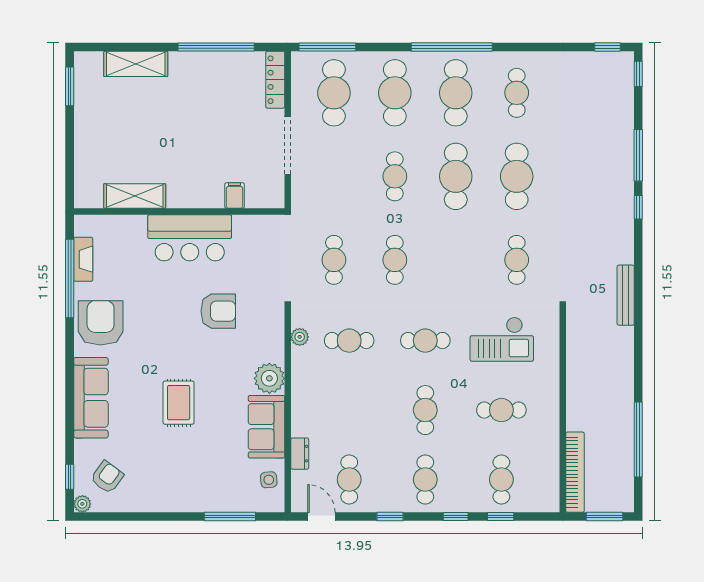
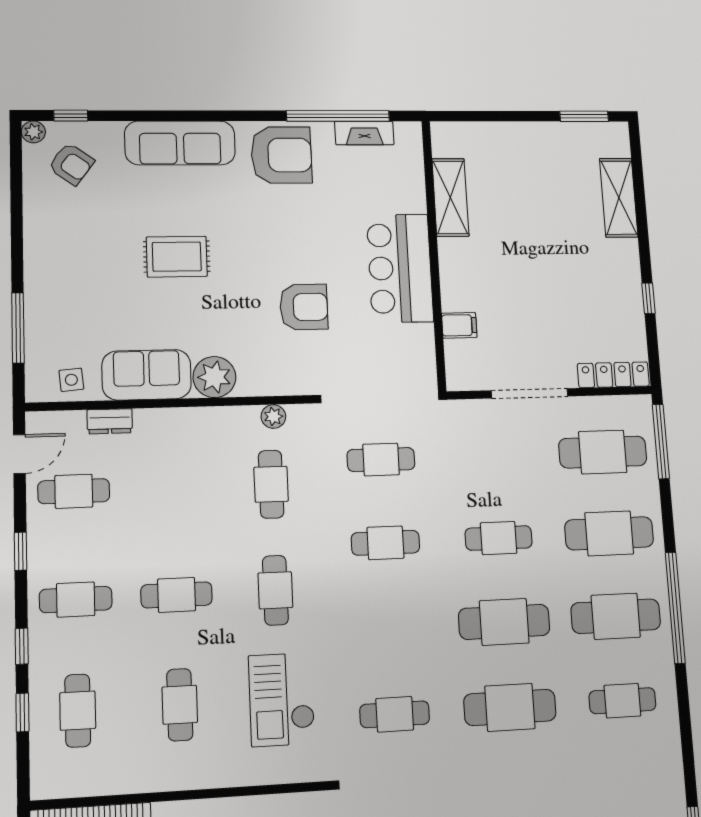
window: (216, 47) -> (648, 298), width x0.32
armchair: (218, 311) -> (304, 307), turned -90
cafe table: (501, 480) -> (78, 711), turned 90

